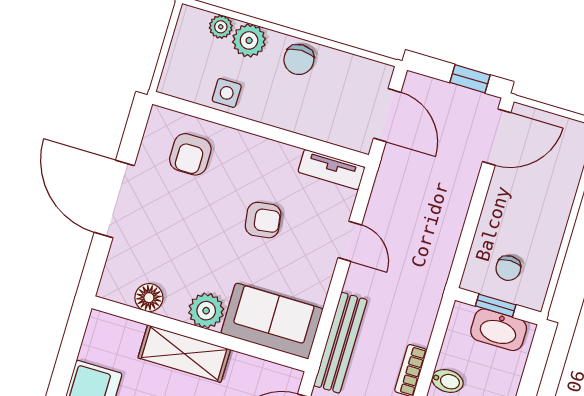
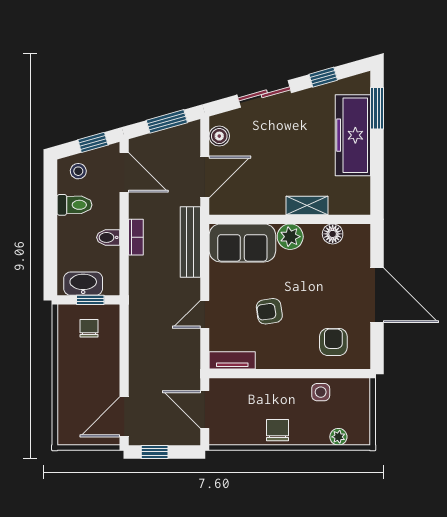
plant: (249, 40) -> (316, 433), removed
door: (350, 241) -> (205, 314), hinge flipped
shelving: (184, 354) -> (307, 205), width x0.67, depth x0.75

